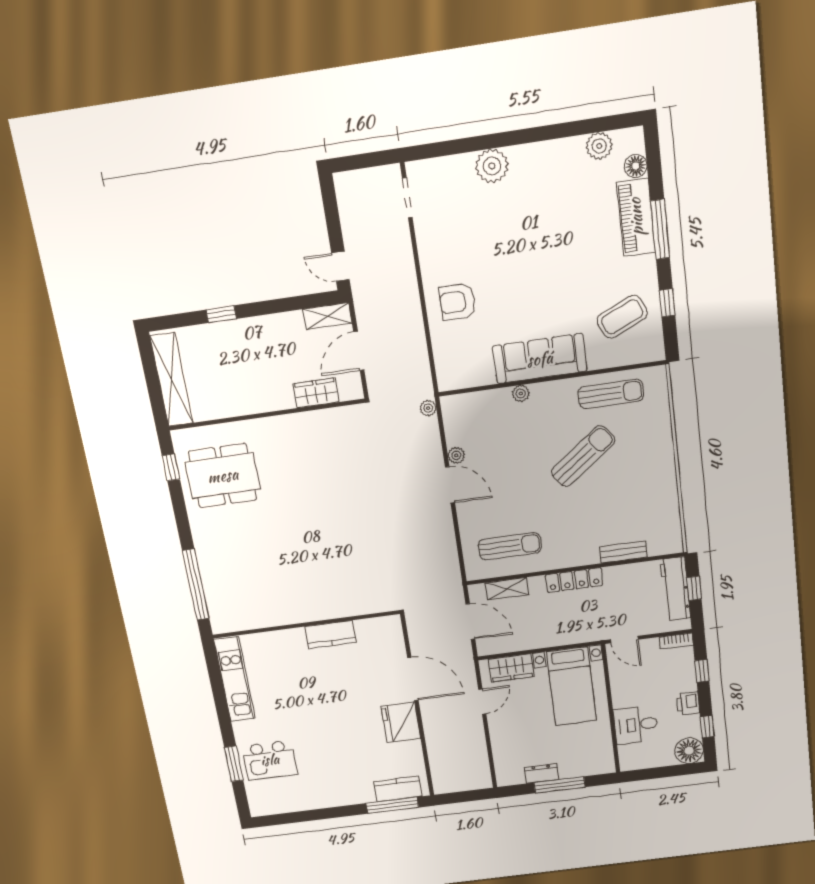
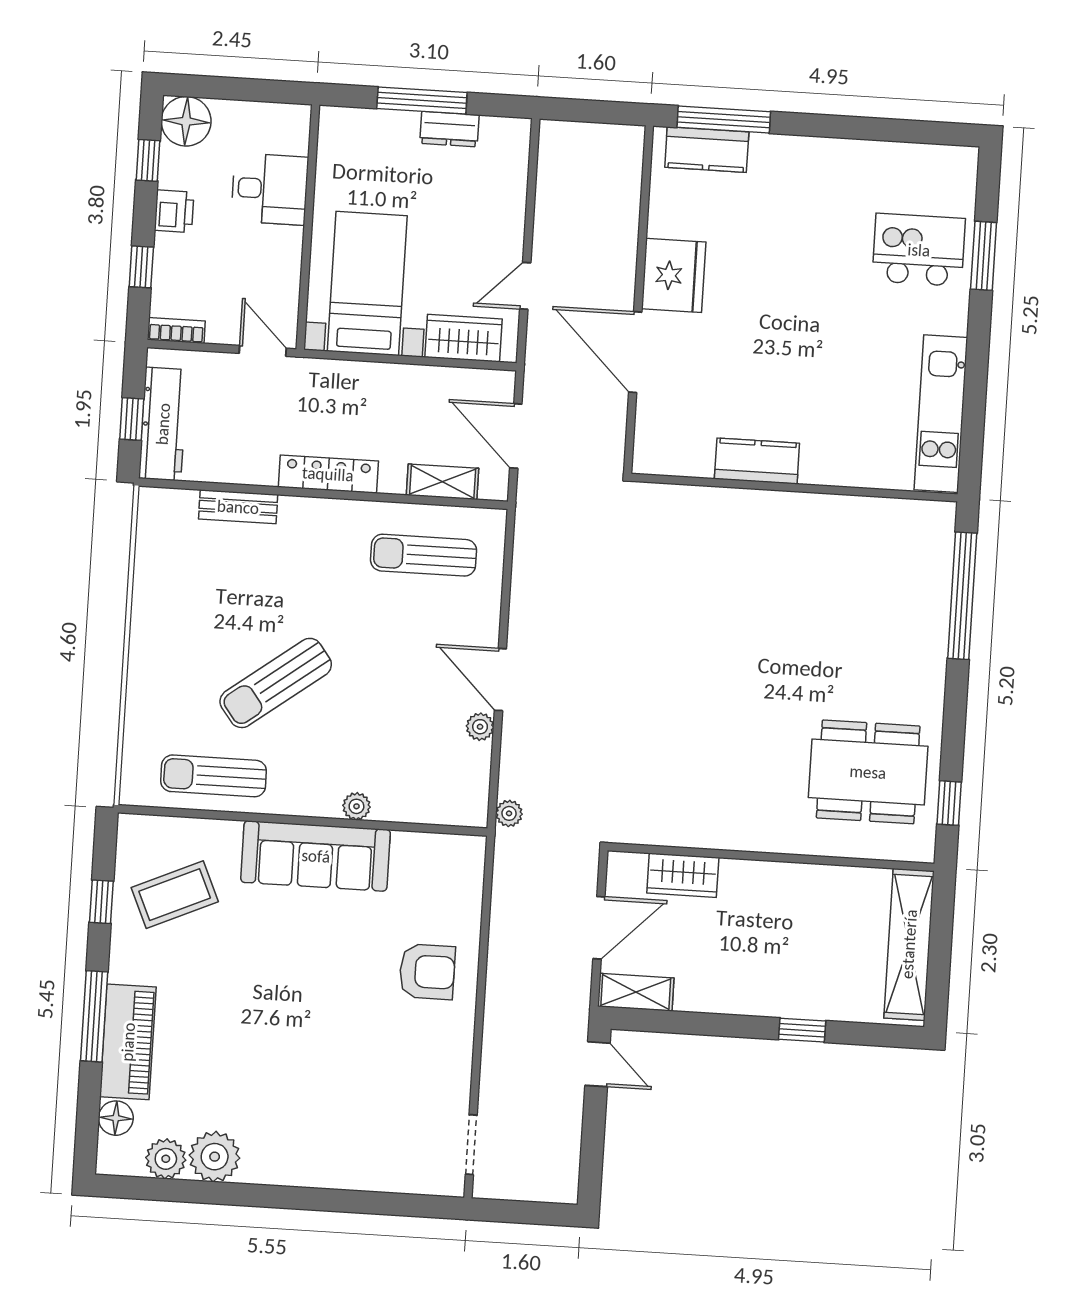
plant: (492, 166) -> (215, 1157), moved

